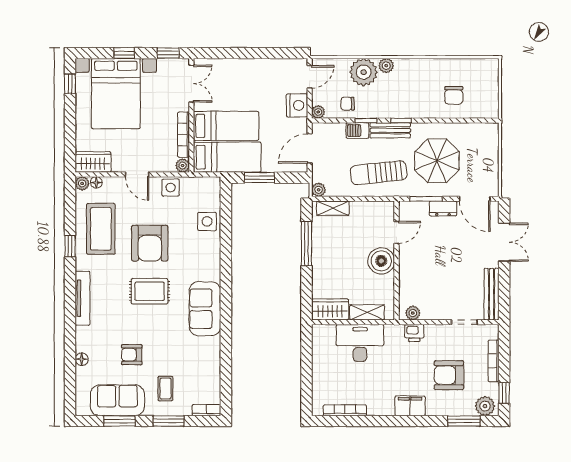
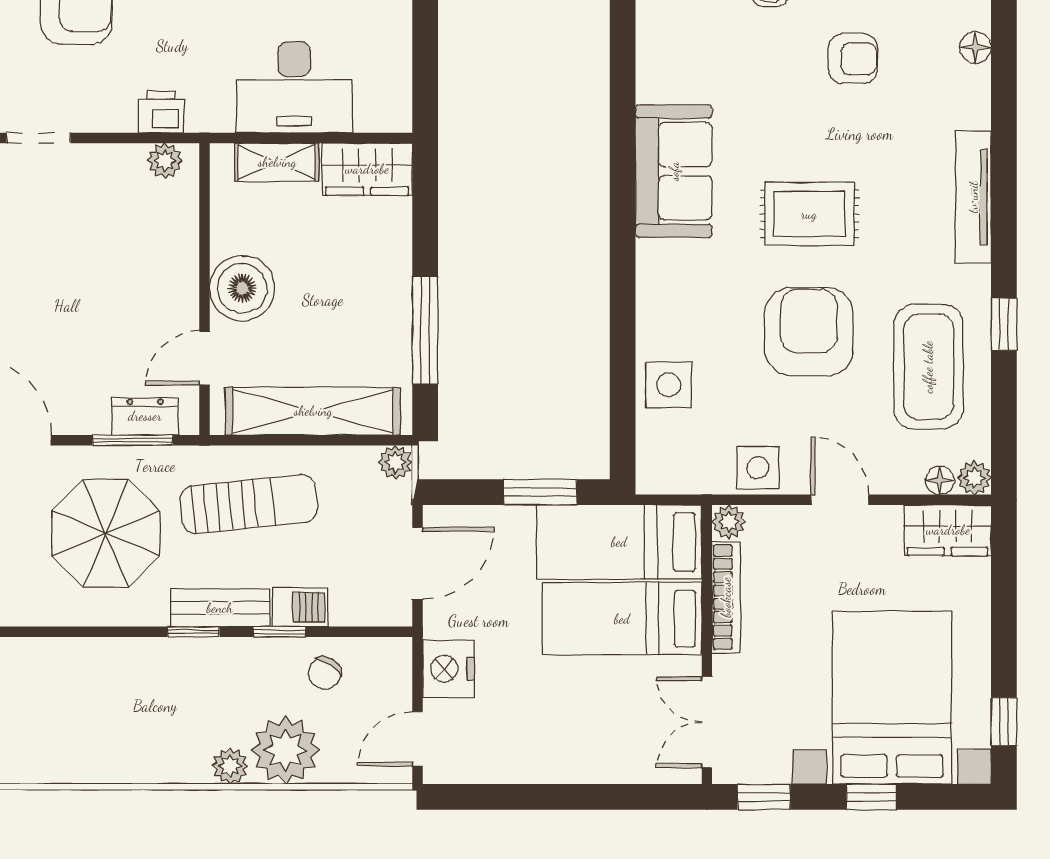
chair: (454, 95) -> (64, 693), removed
chair: (348, 104) -> (325, 673), turned 124
plant: (318, 112) -> (396, 653), removed
shelving: (333, 208) -> (313, 411), width x2.20, depth x1.33
dresser: (443, 209) -> (145, 416), moved

